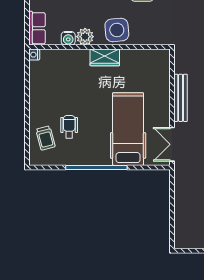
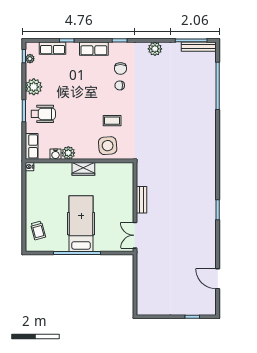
side table: (117, 30) -> (108, 146), moved
bench: (181, 98) -> (141, 200), width x0.73
wheelchair: (69, 127) -> (56, 222), removed
hospital bed: (128, 129) -> (81, 224), moved

